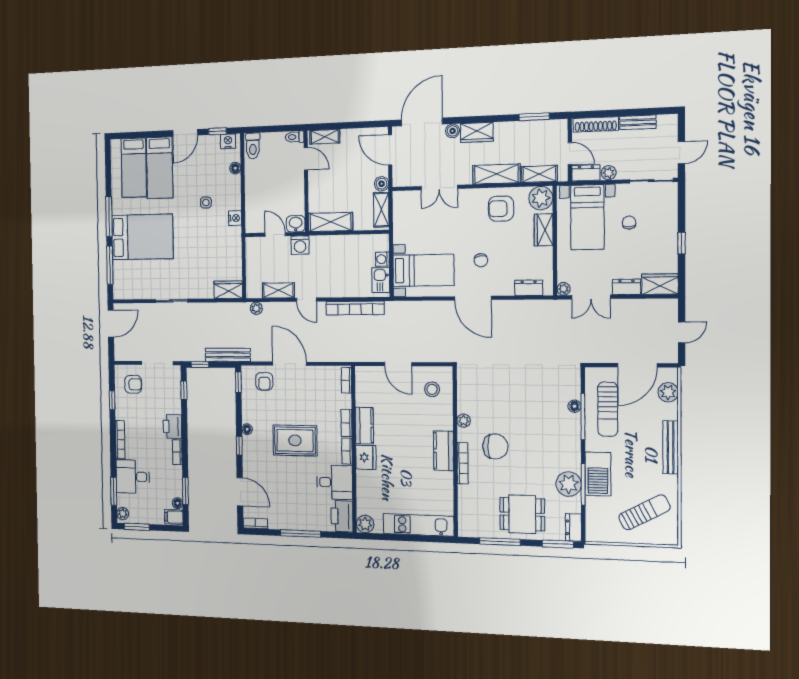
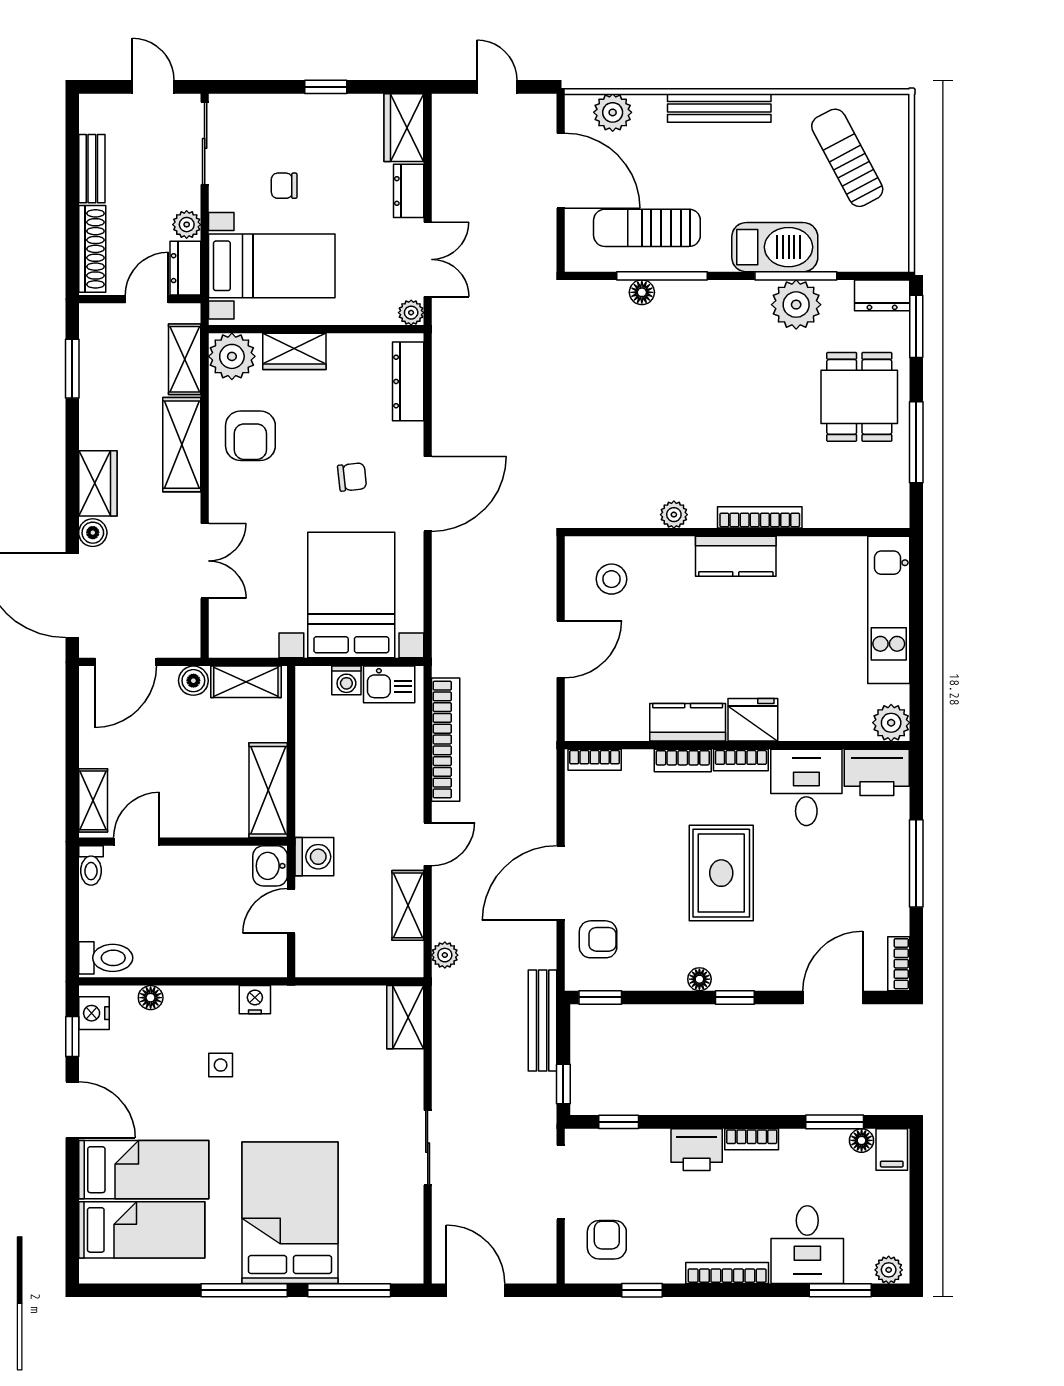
bed with nightstands: (423, 270) -> (351, 595), width x1.36
dresser: (529, 288) -> (408, 381), width x1.44
sun lounger: (608, 409) -> (647, 228), turned 180
chair: (495, 446) -> (725, 450), removed
window: (137, 527) -> (916, 1237), removed

